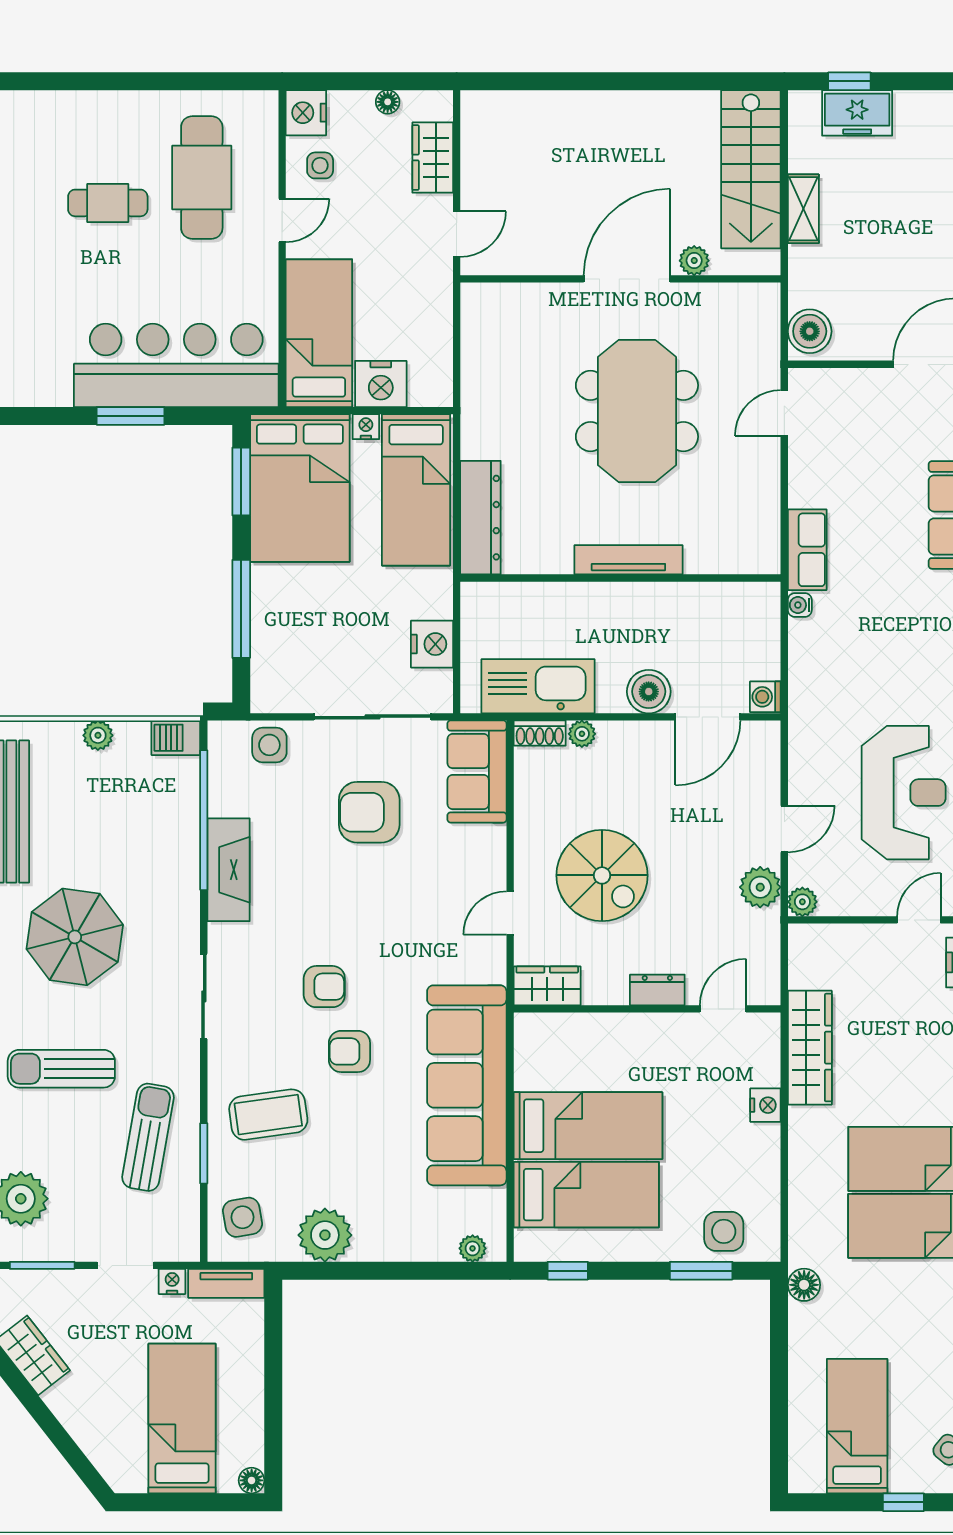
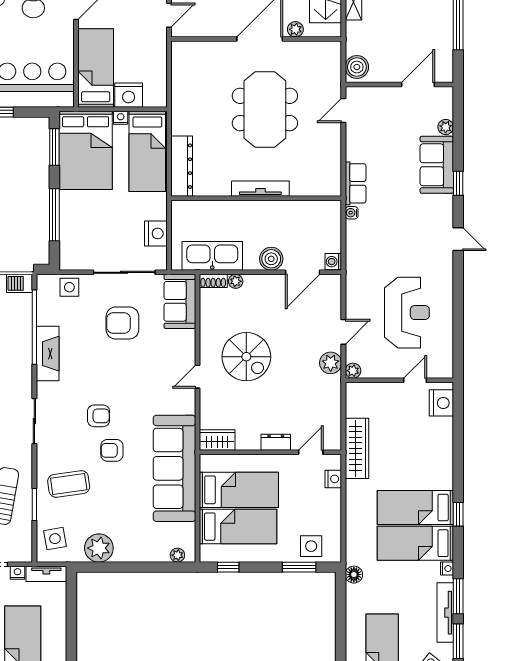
wardrobe: (547, 986) -> (217, 440), moved
dresser: (657, 990) -> (276, 442), moved
wall: (647, 1009) -> (270, 452), moved
door: (723, 1009) -> (311, 452), moved

